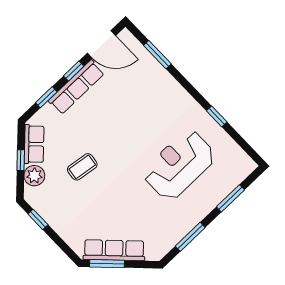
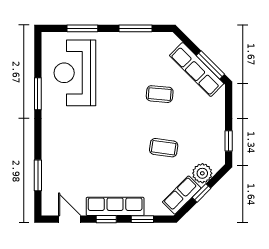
door: (101, 44) -> (70, 219), width x0.73
window: (217, 116) -> (38, 94), width x1.50
reception desk: (179, 165) -> (75, 73), moved, turned 90
coffee table: (124, 205) -> (160, 94), added

